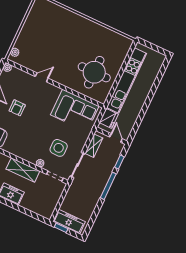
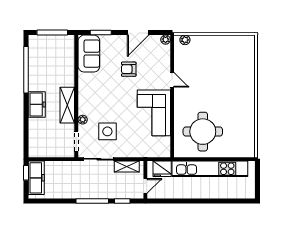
corner sofa: (75, 110) -> (154, 113), moved

